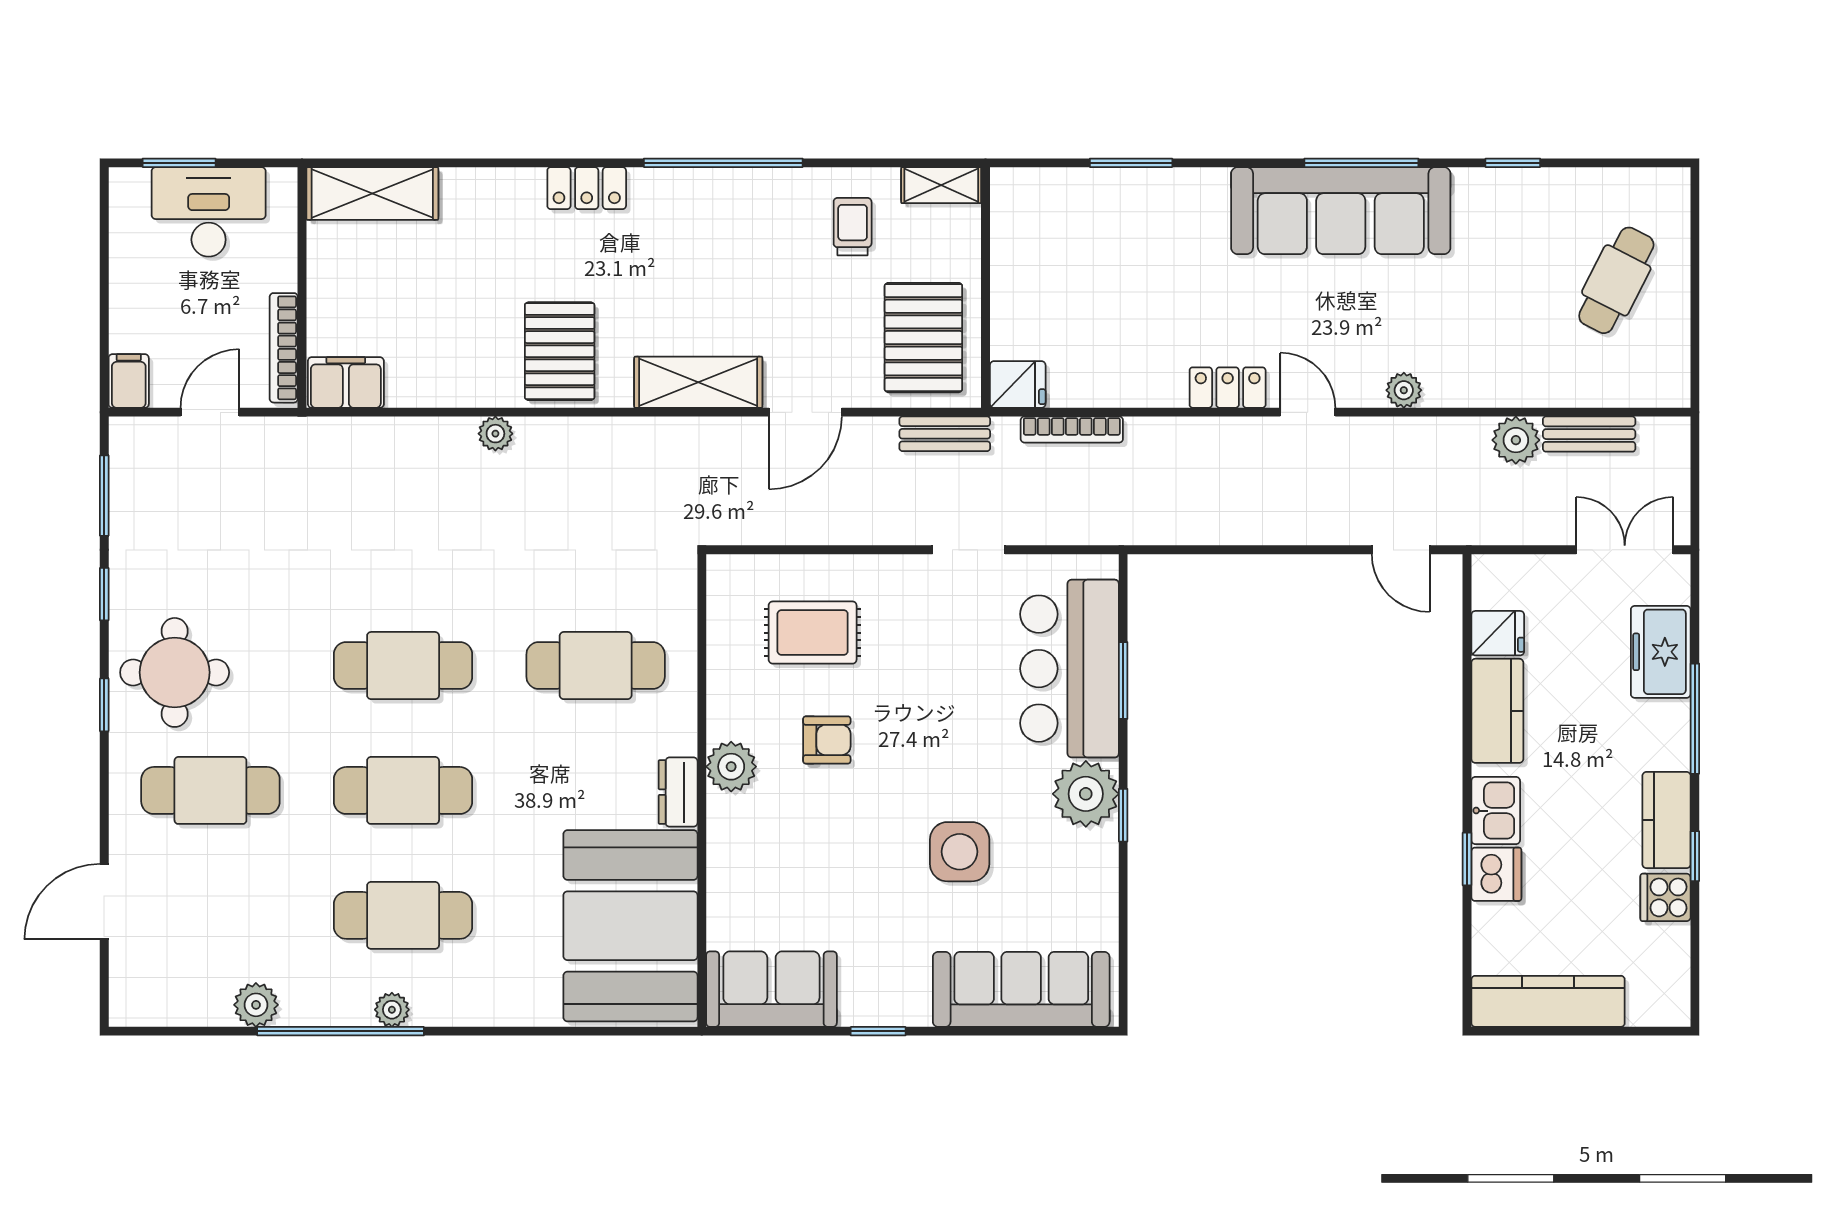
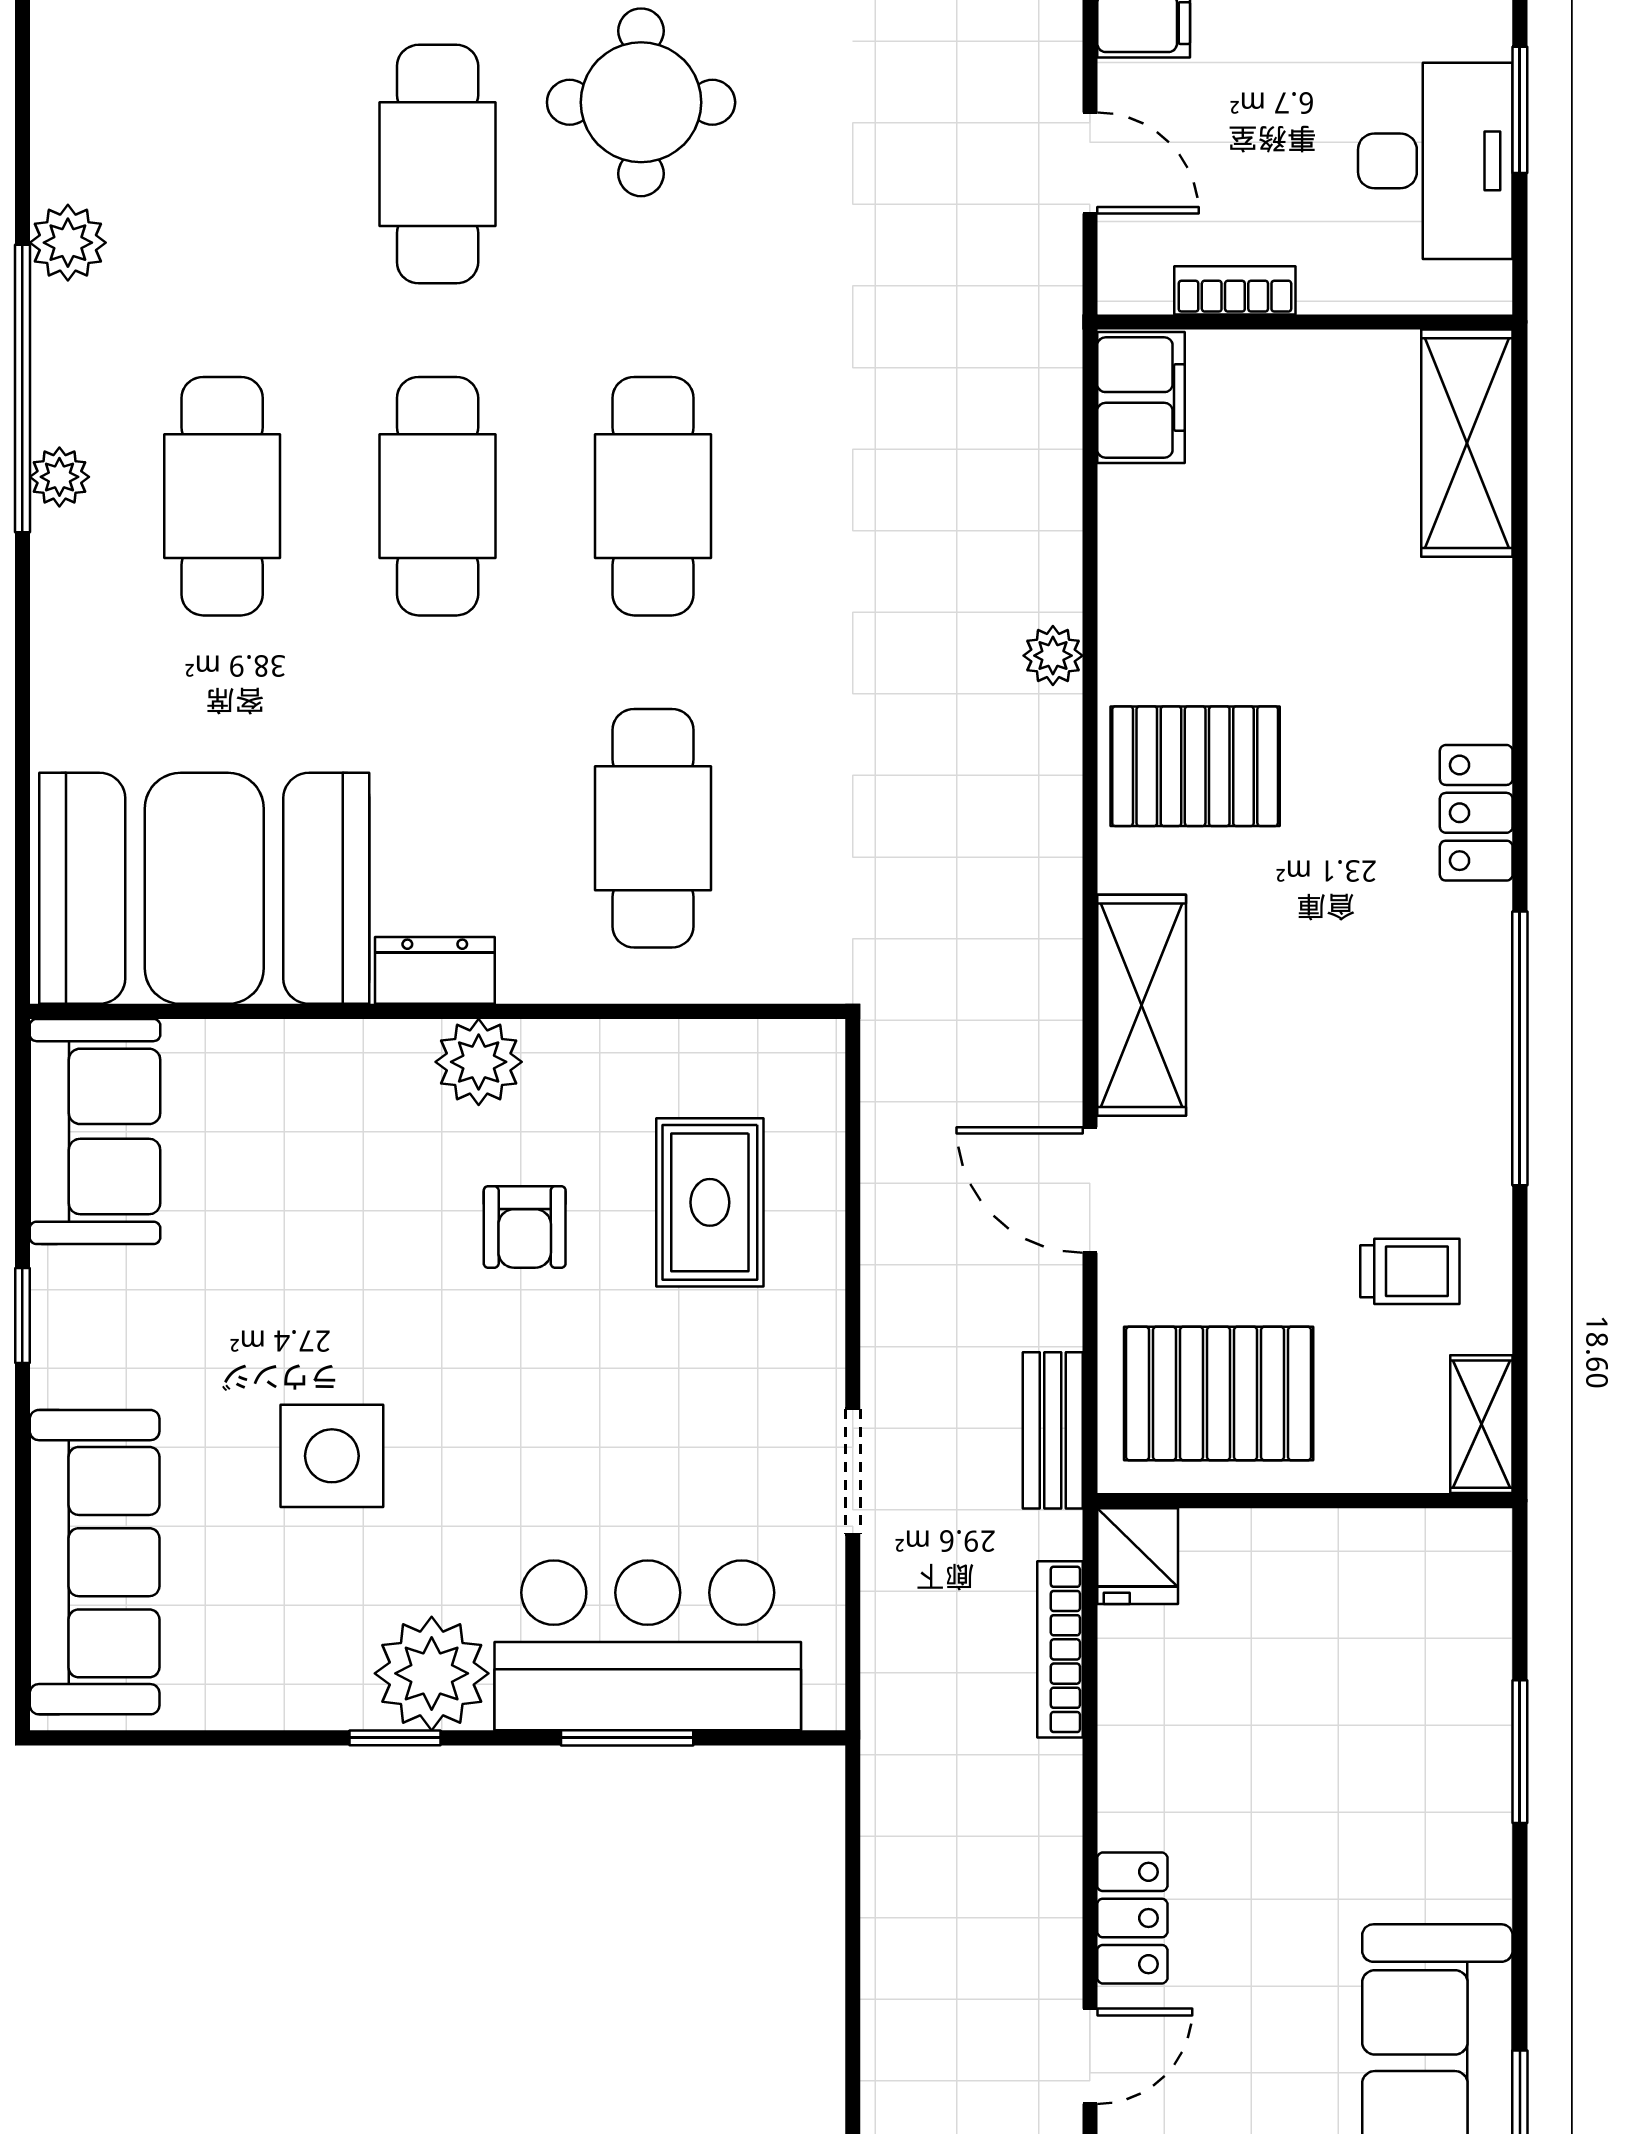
bookcase: (284, 348) -> (1235, 290), width x0.64

